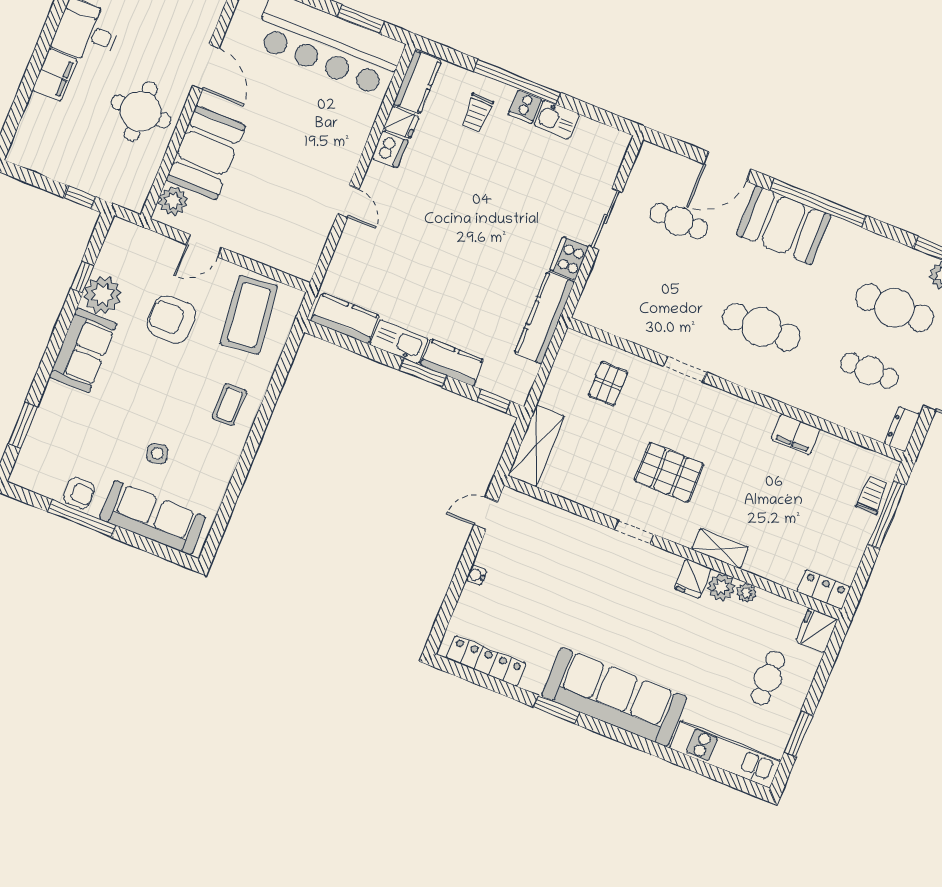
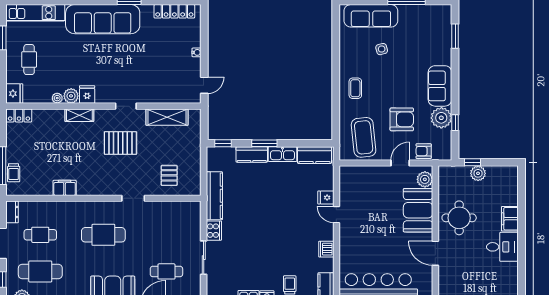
fridge: (401, 123) -> (326, 198), moved
plant: (78, 175) -> (478, 173), added
shelving: (536, 446) -> (167, 117), moved, turned 90
armchair: (79, 493) -> (424, 151), moved

